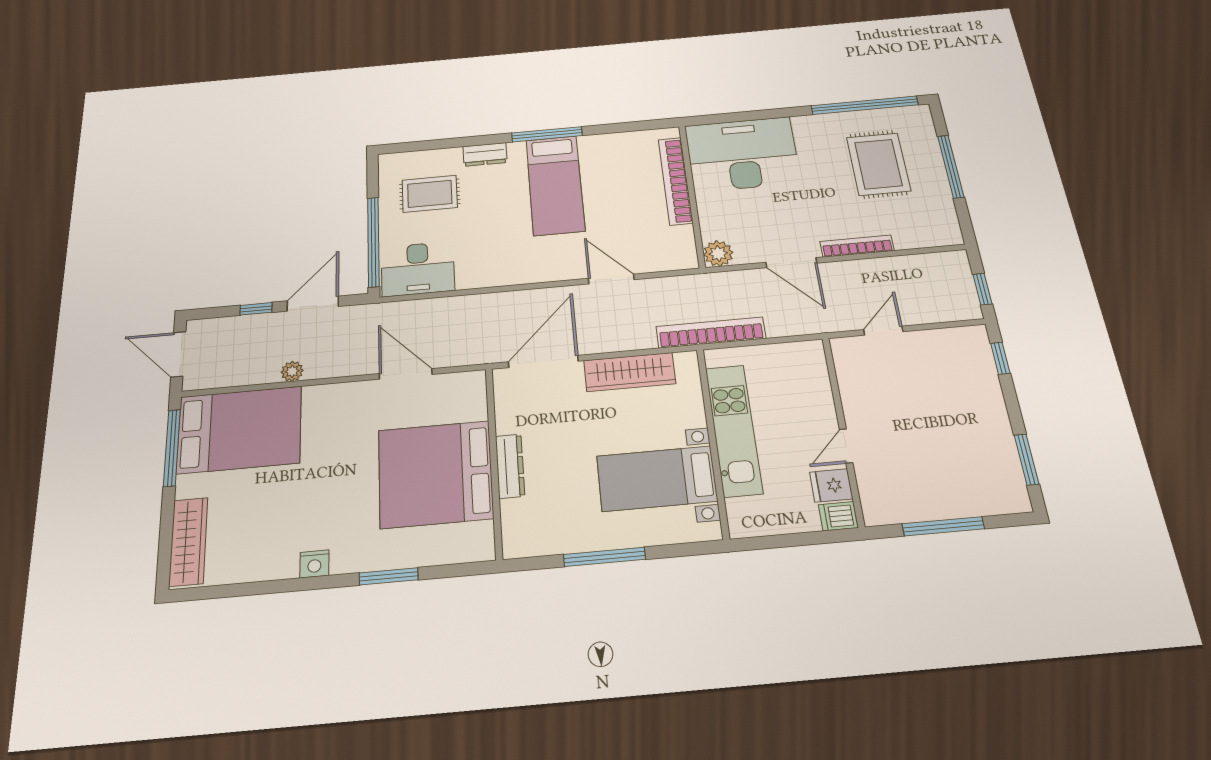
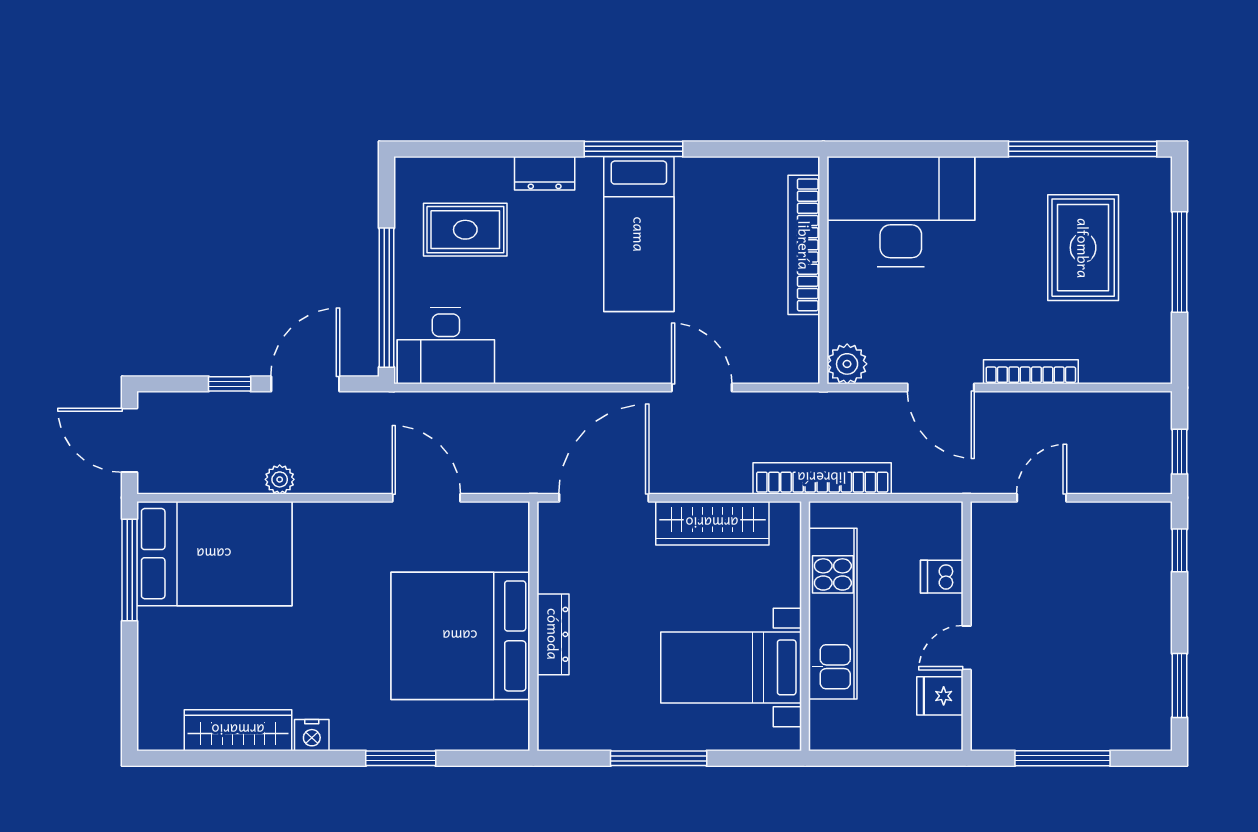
dishwasher: (838, 516) -> (942, 577), moved
wardrobe: (188, 542) -> (238, 730), moved, turned -90

